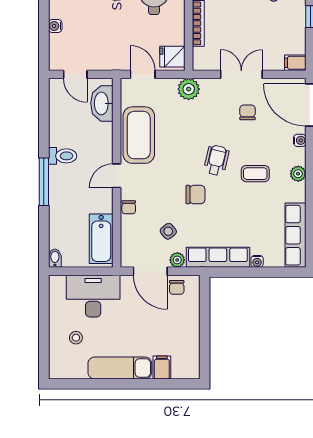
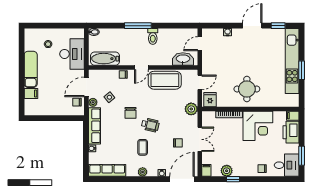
plant: (296, 28) -> (227, 171), added
door: (117, 176) -> (141, 68), swing flipped

